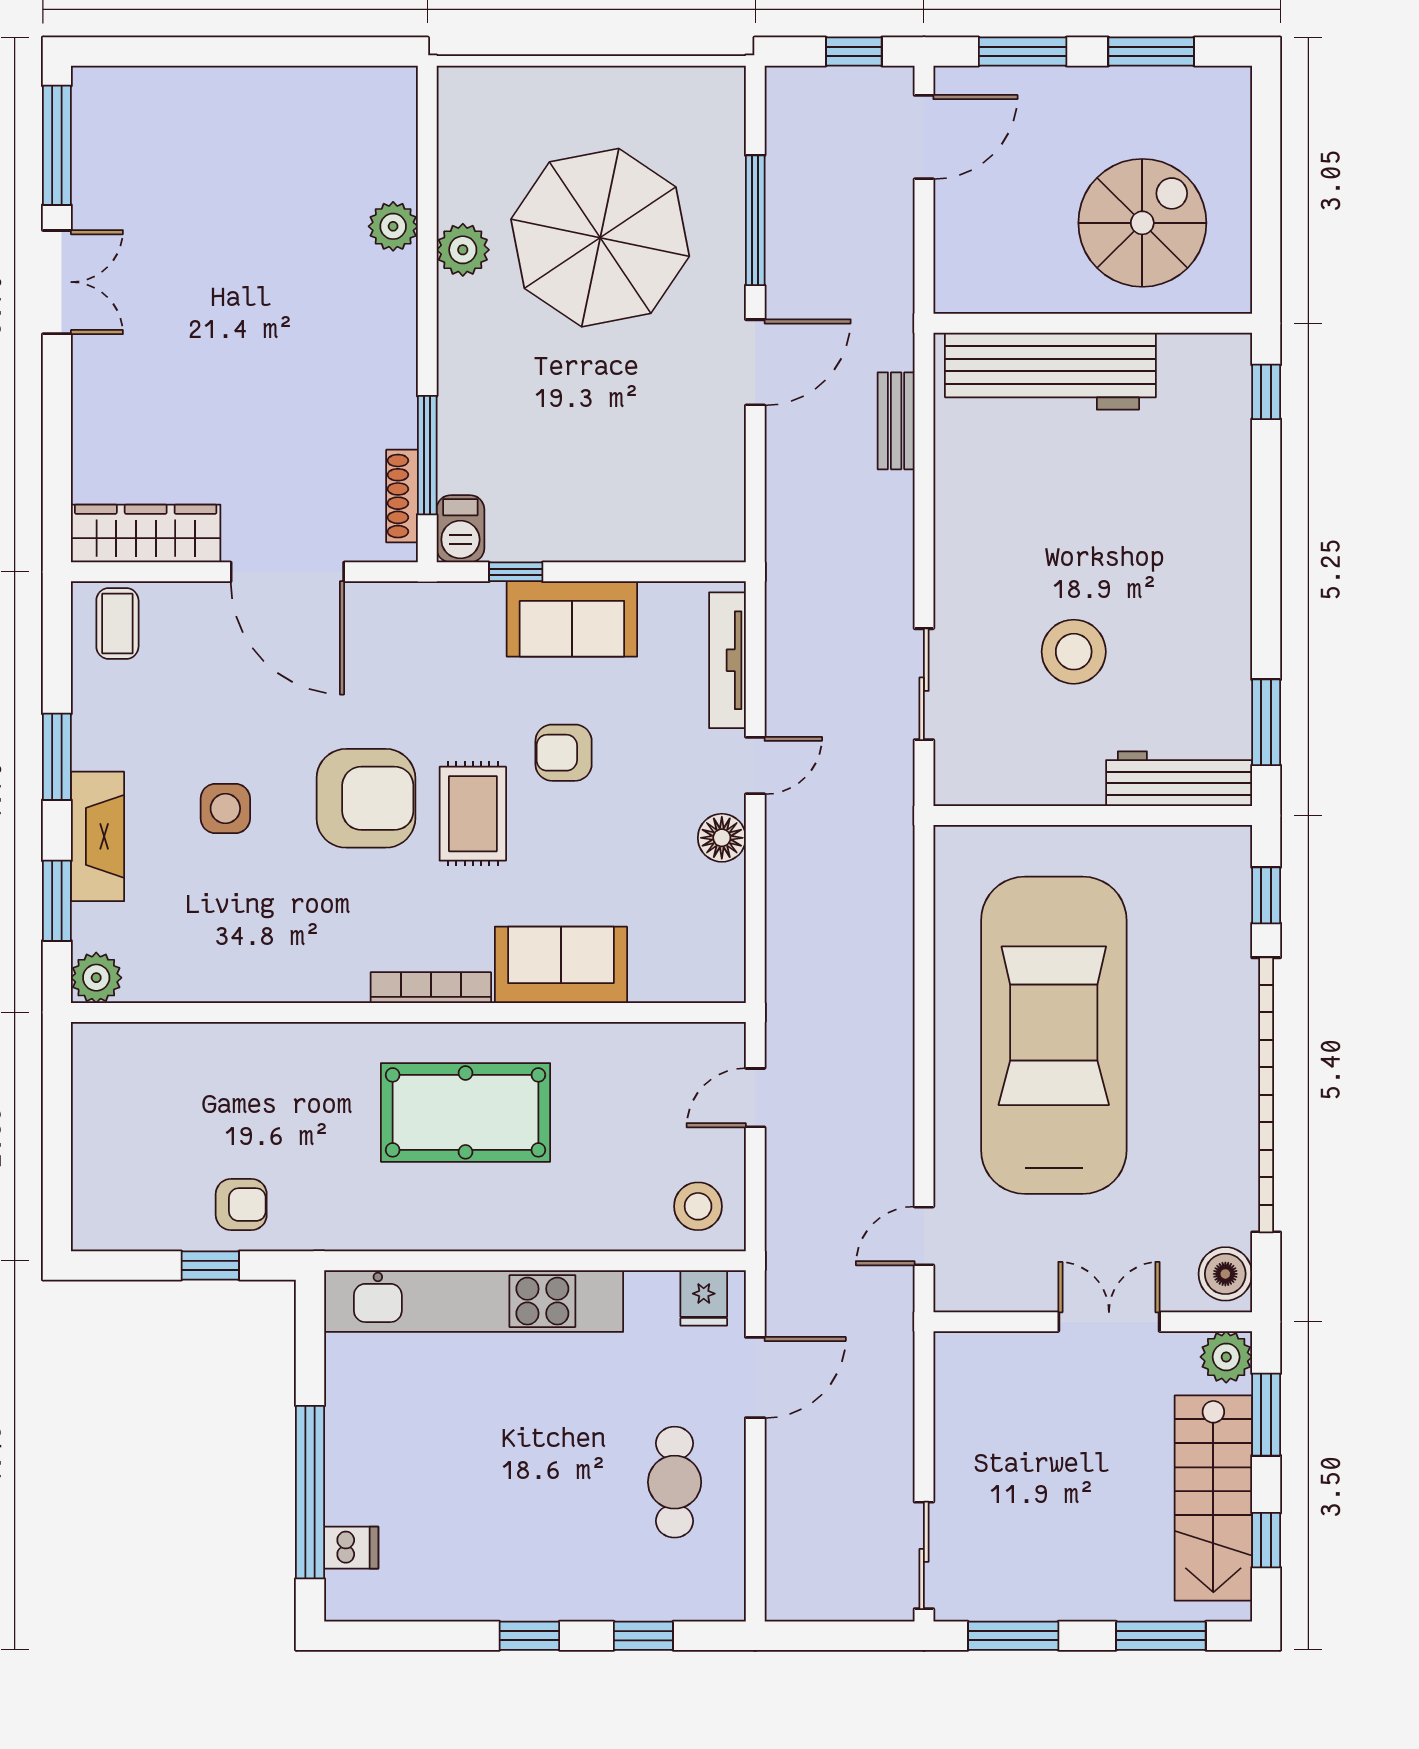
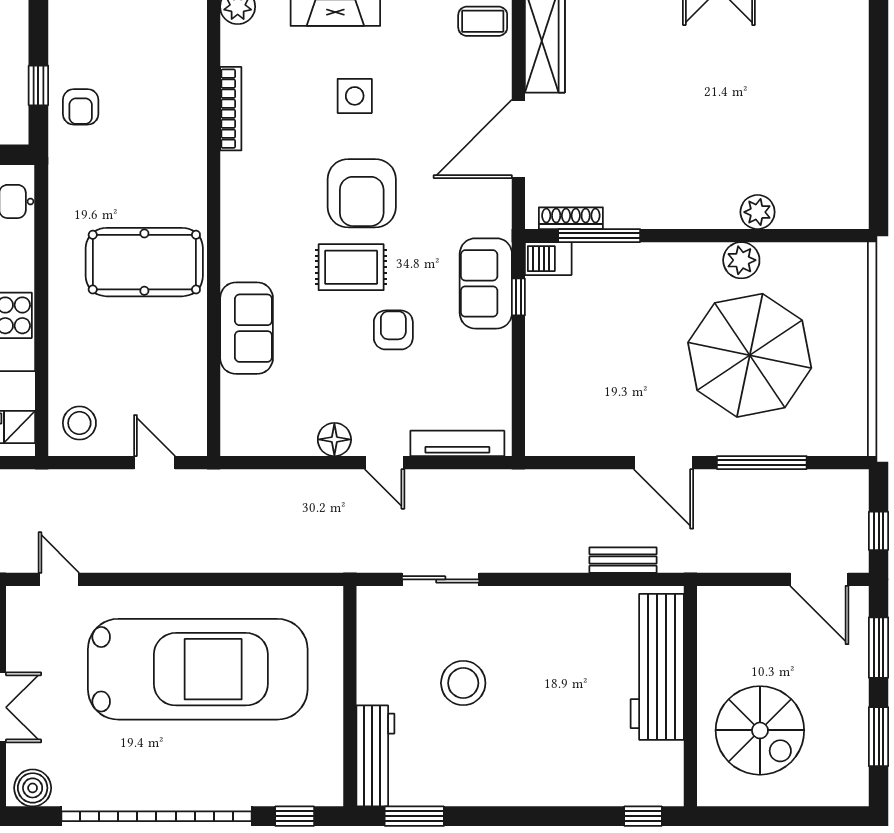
sofa: (572, 619) -> (486, 283), moved
bookcase: (431, 988) -> (231, 109), moved
pool table: (465, 1112) -> (144, 262), turned 90

